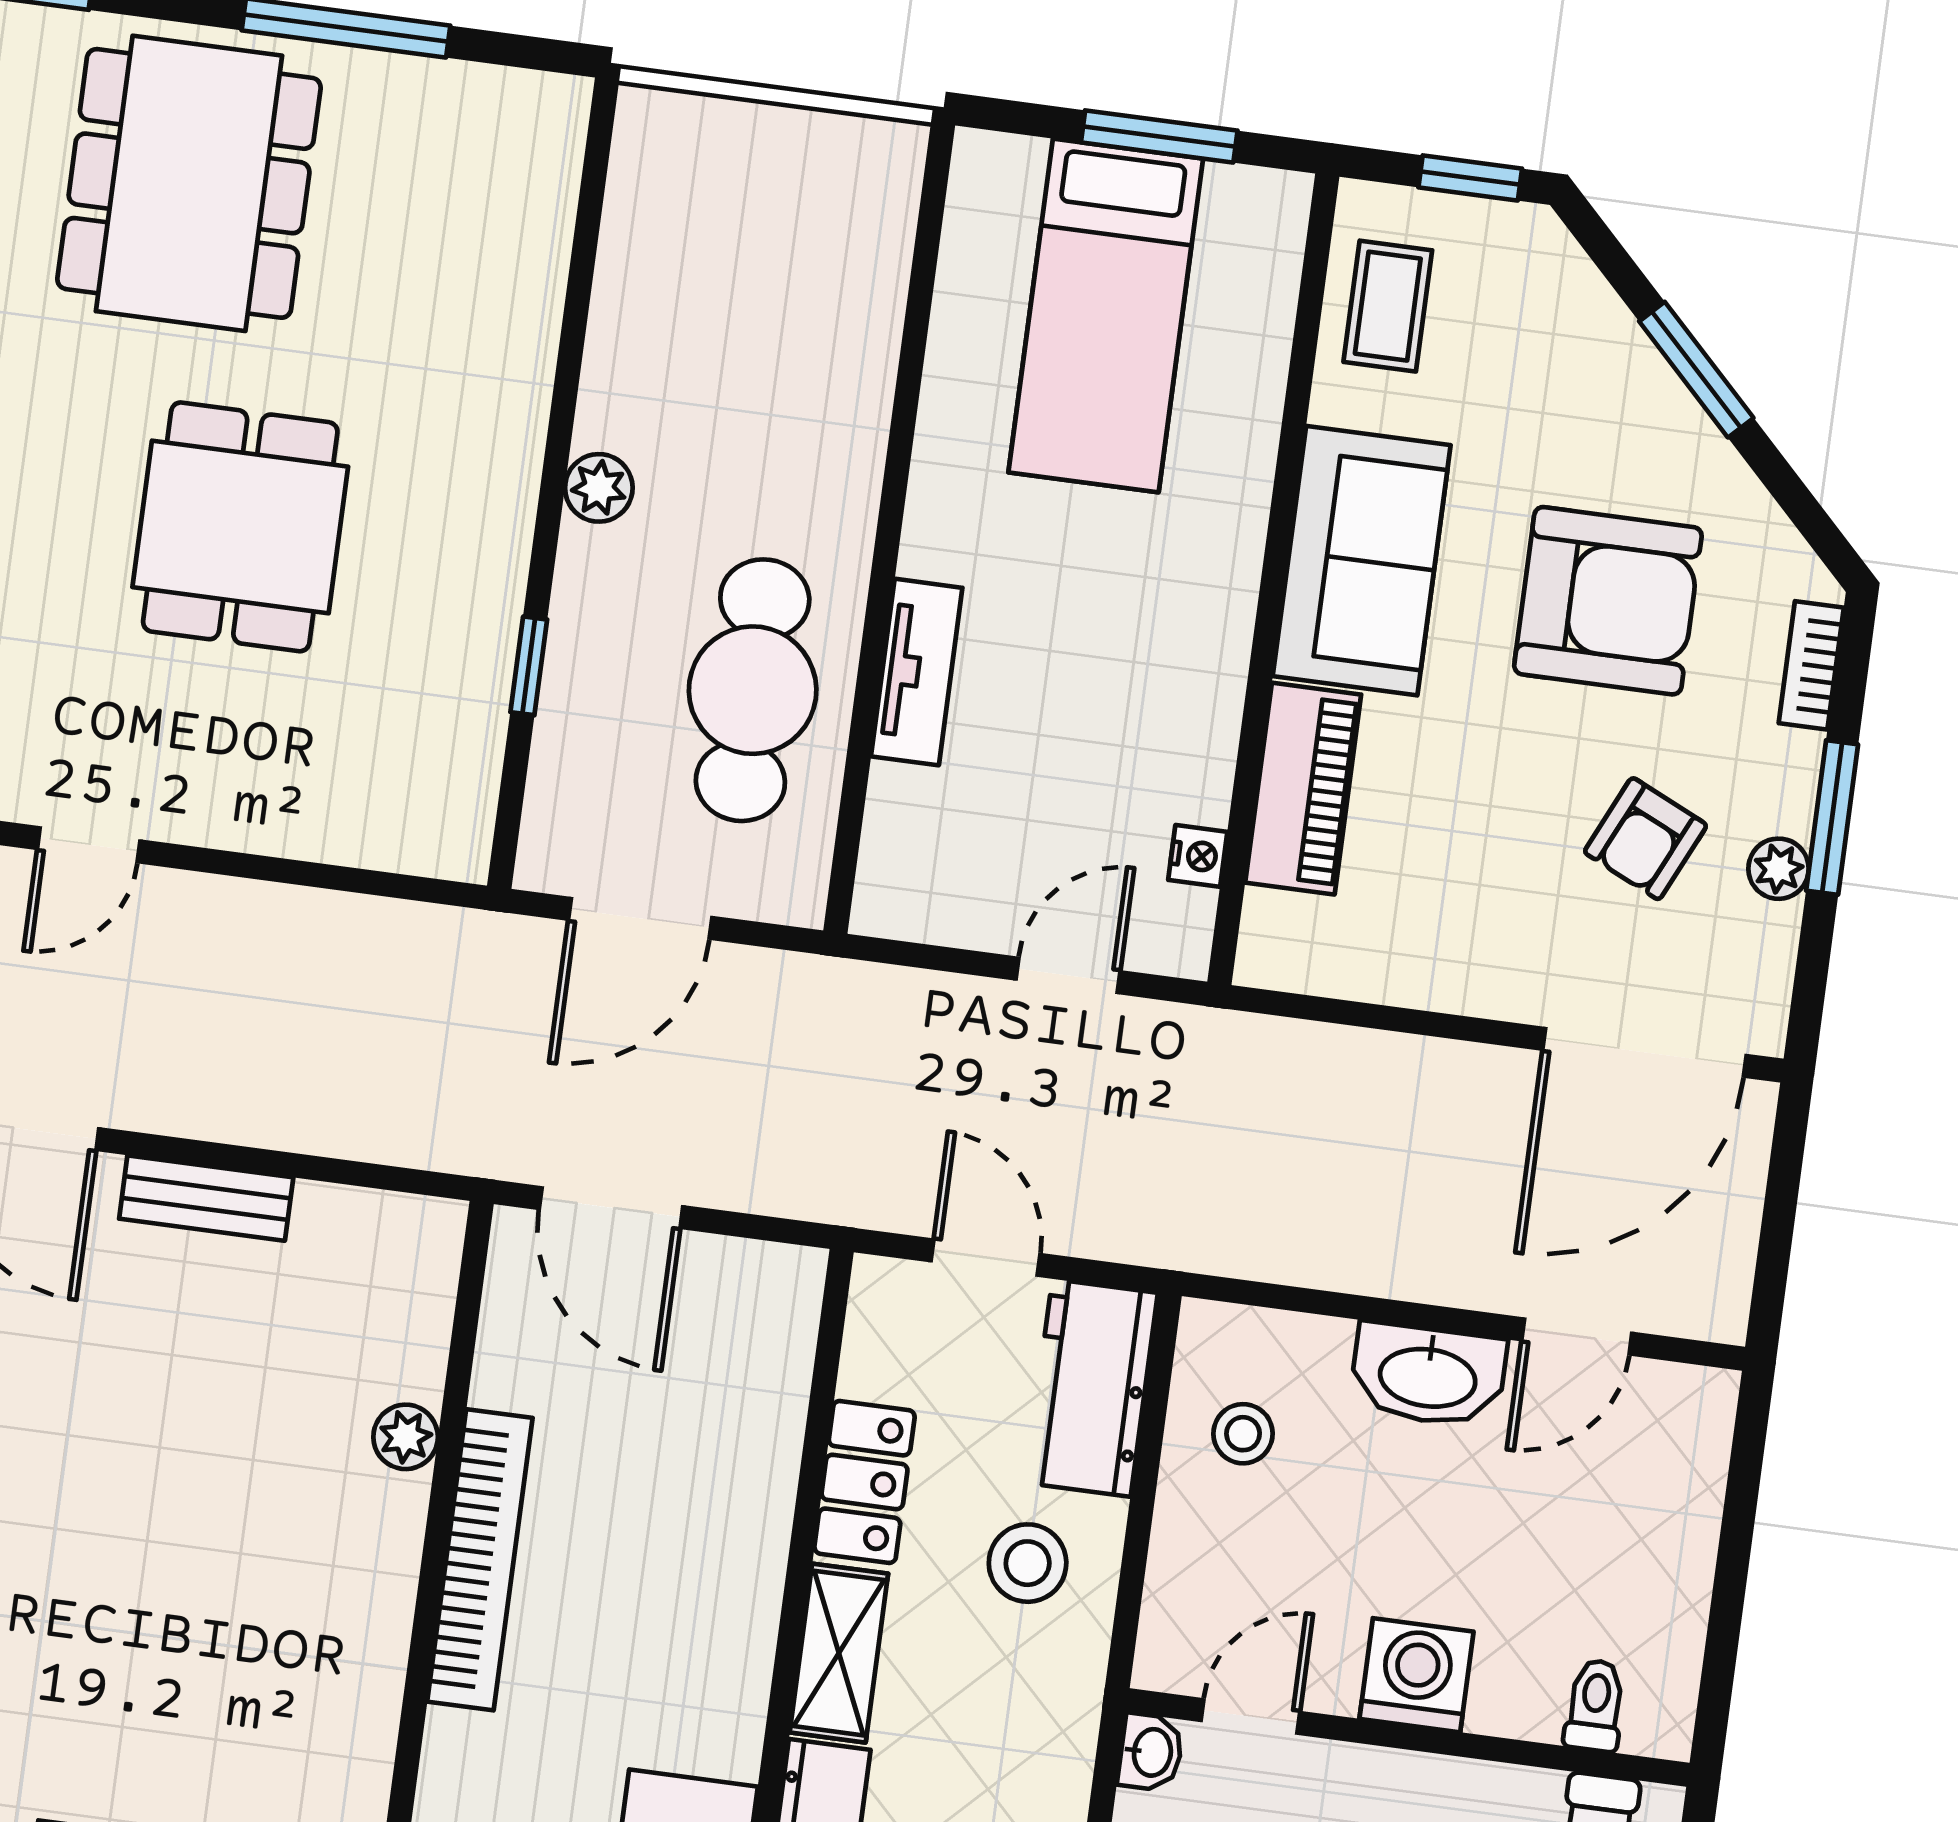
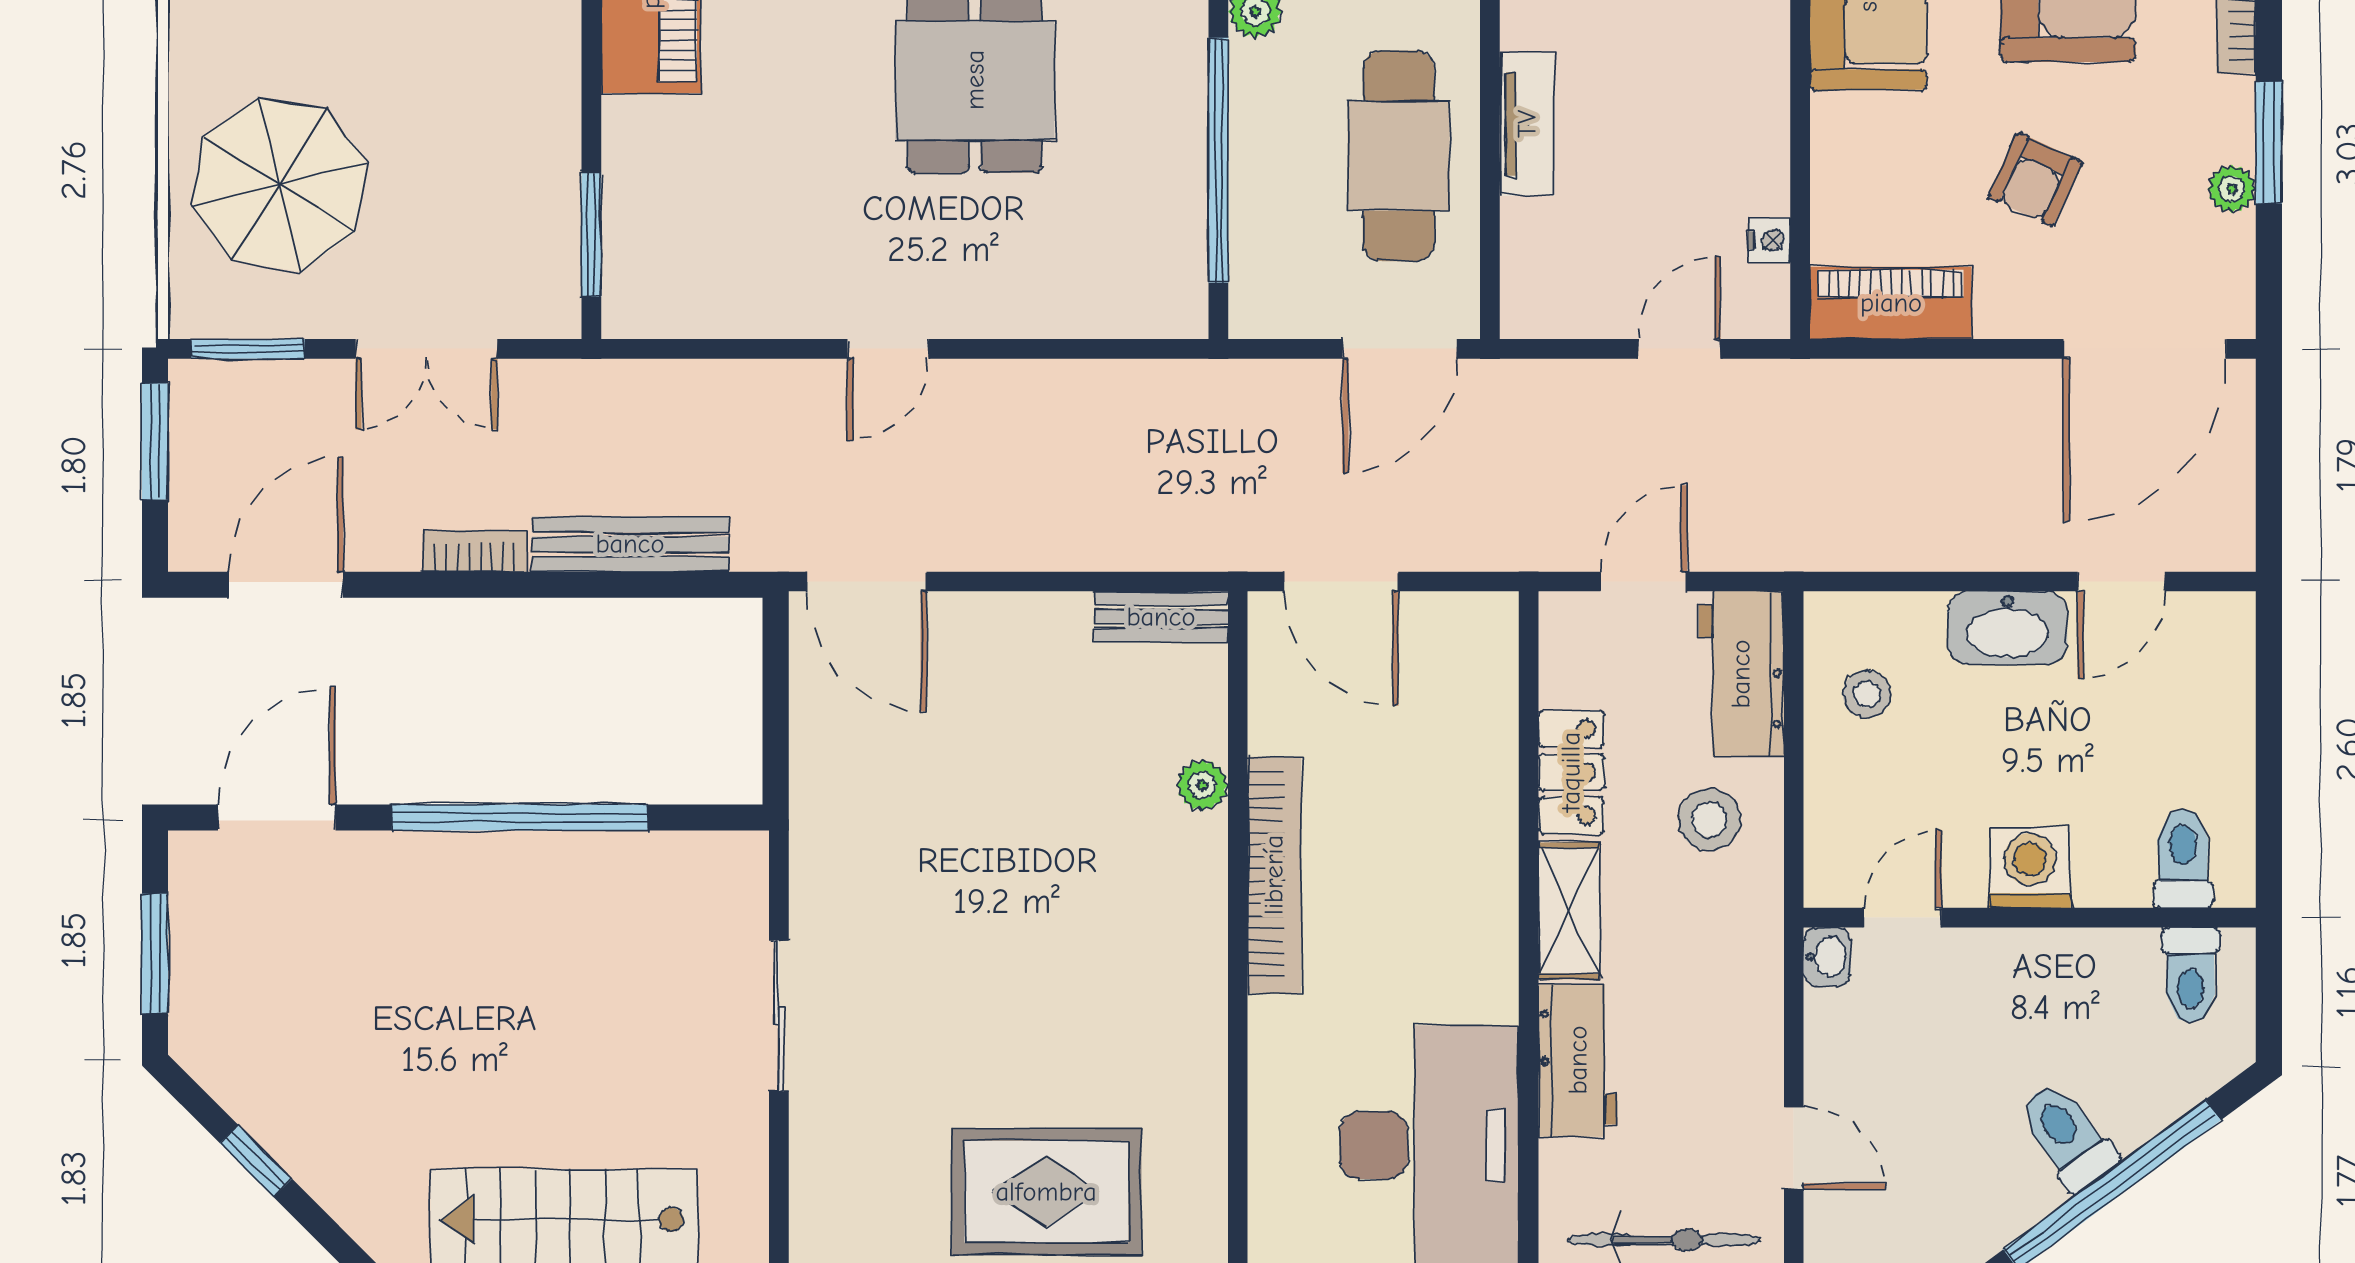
window: (529, 666) -> (1218, 160), width x3.17
piano: (1303, 789) -> (1891, 303), moved, turned -90
armchair: (1645, 839) -> (2035, 180), moved
door: (640, 918) -> (1400, 349), moved
bench: (206, 1198) -> (1161, 617), moved
door: (985, 1258) -> (1644, 582), hinge flipped
toilet: (1595, 1705) -> (2183, 859), width x1.37, depth x1.39

